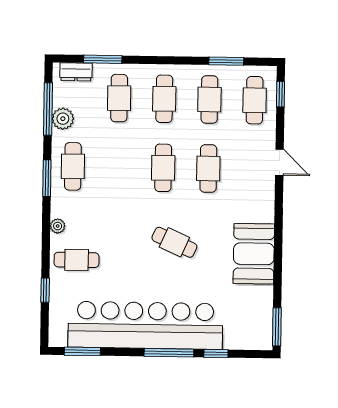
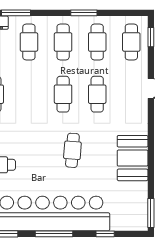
window: (226, 61) -> (84, 13), moved
cafe table: (174, 242) -> (72, 150), turned 70
window: (169, 353) -> (54, 234), moved

